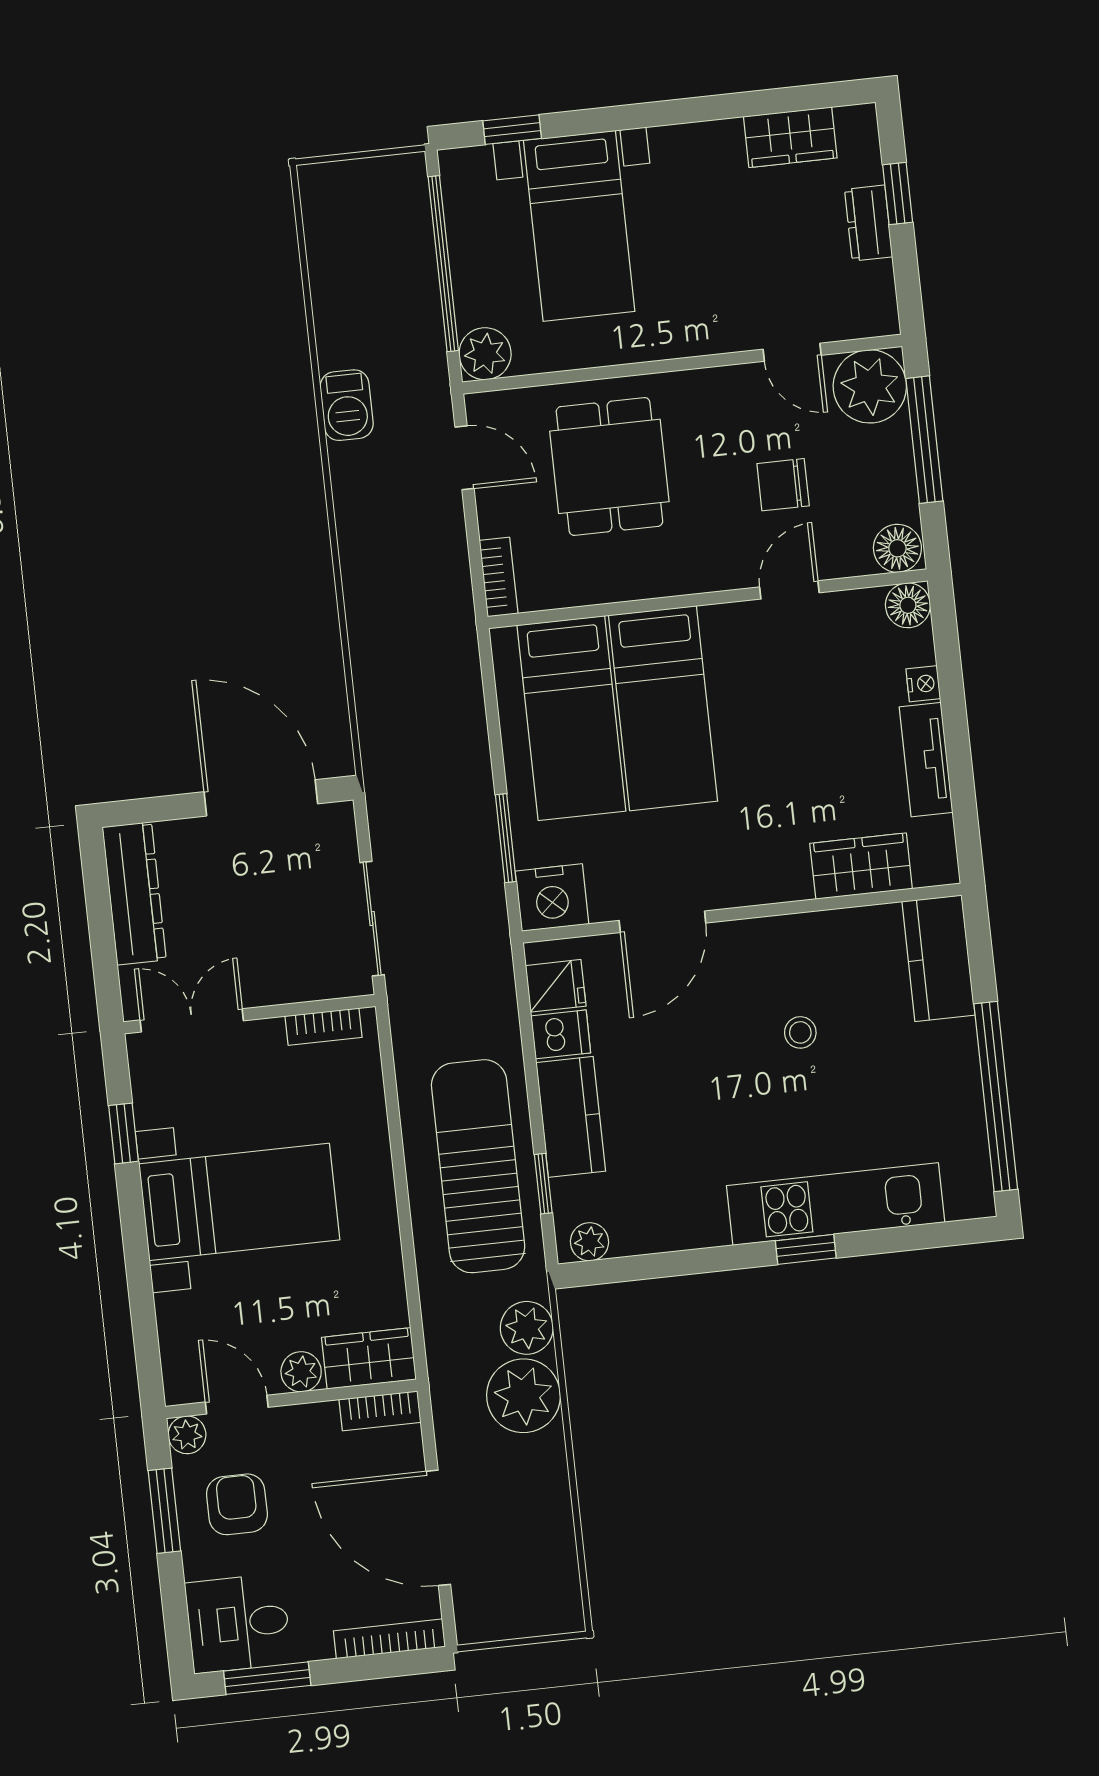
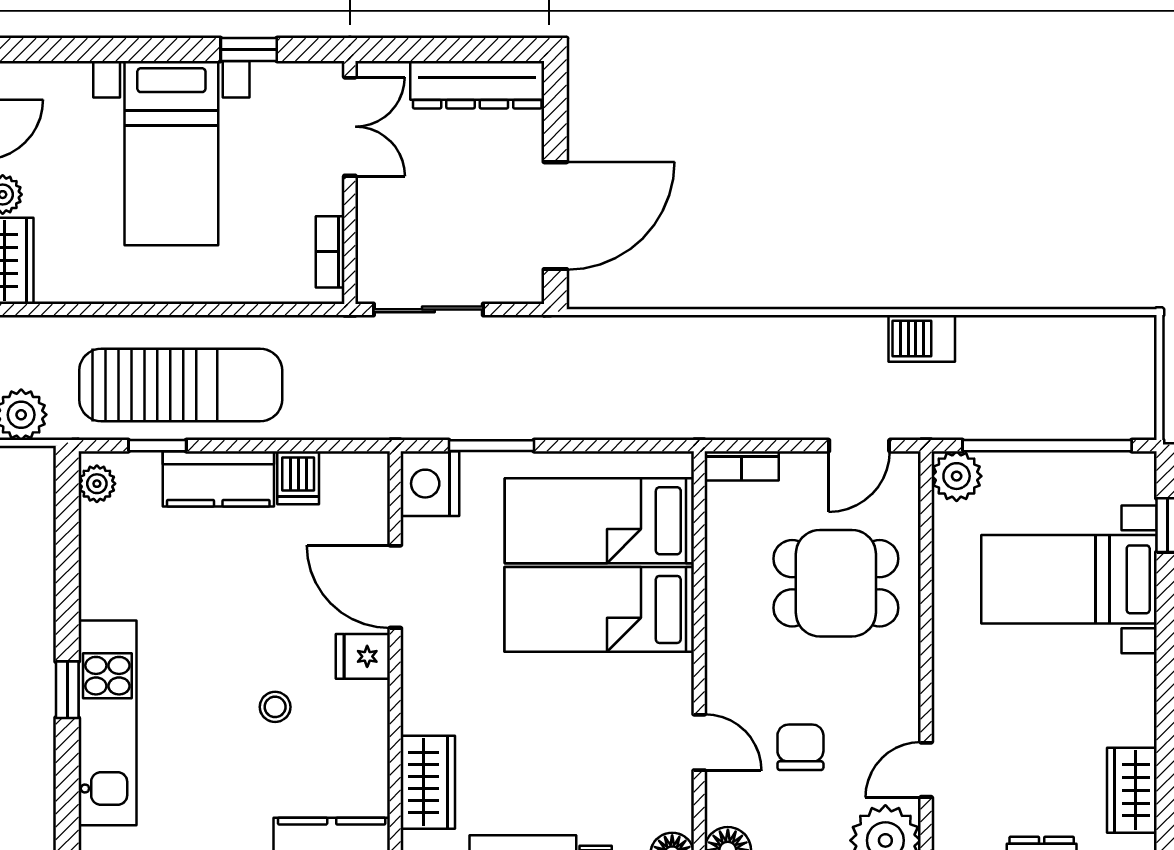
fridge: (556, 986) -> (363, 656), moved, turned 90

